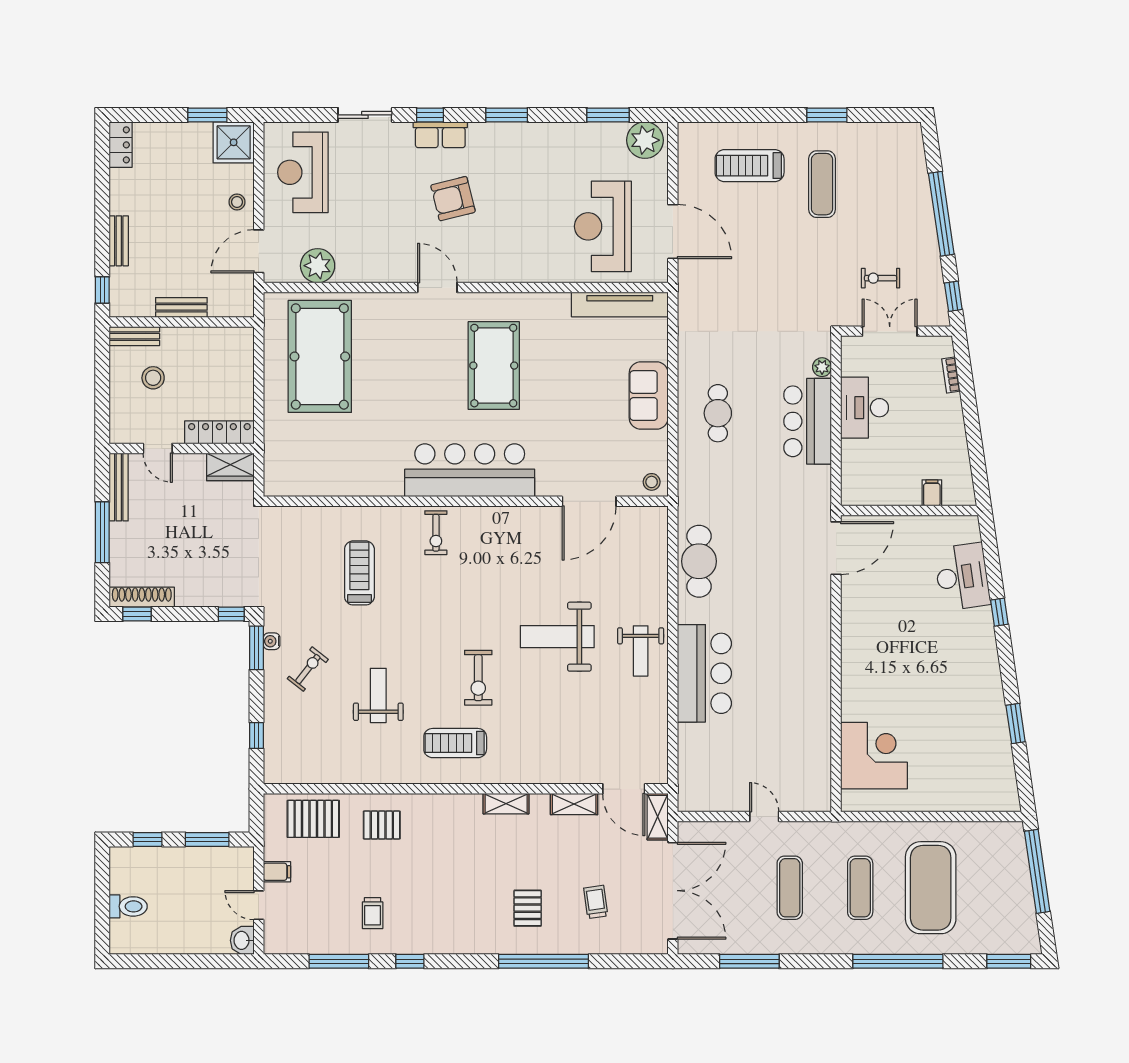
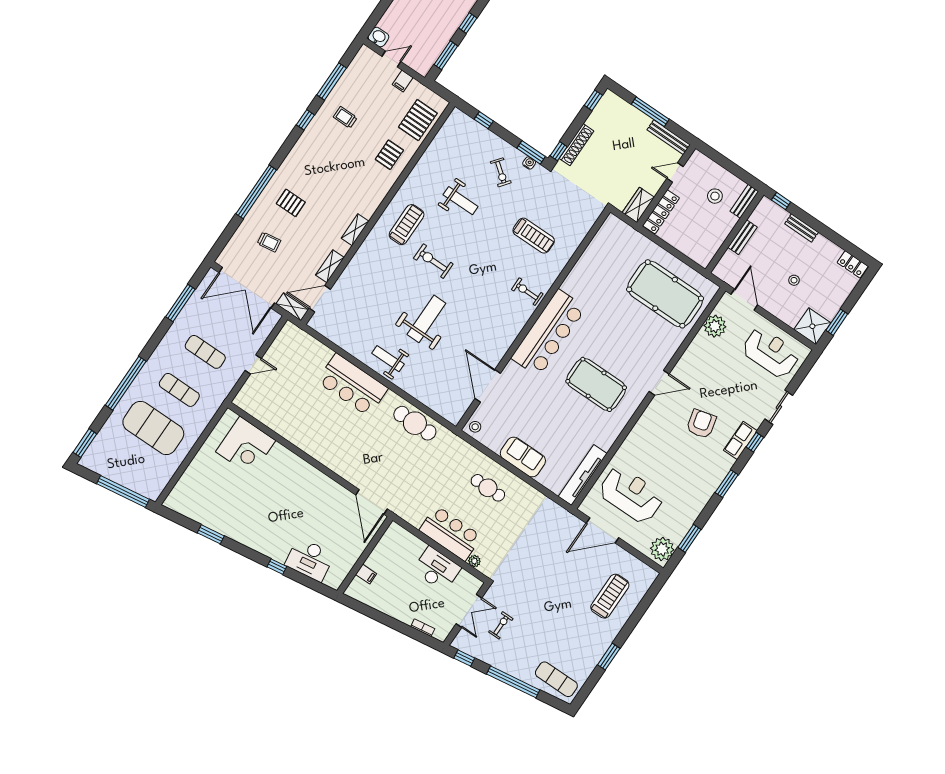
exercise mat: (822, 184) -> (556, 679), moved
stool: (237, 202) -> (794, 280), moved
shoe rack: (142, 597) -> (576, 145), moved

